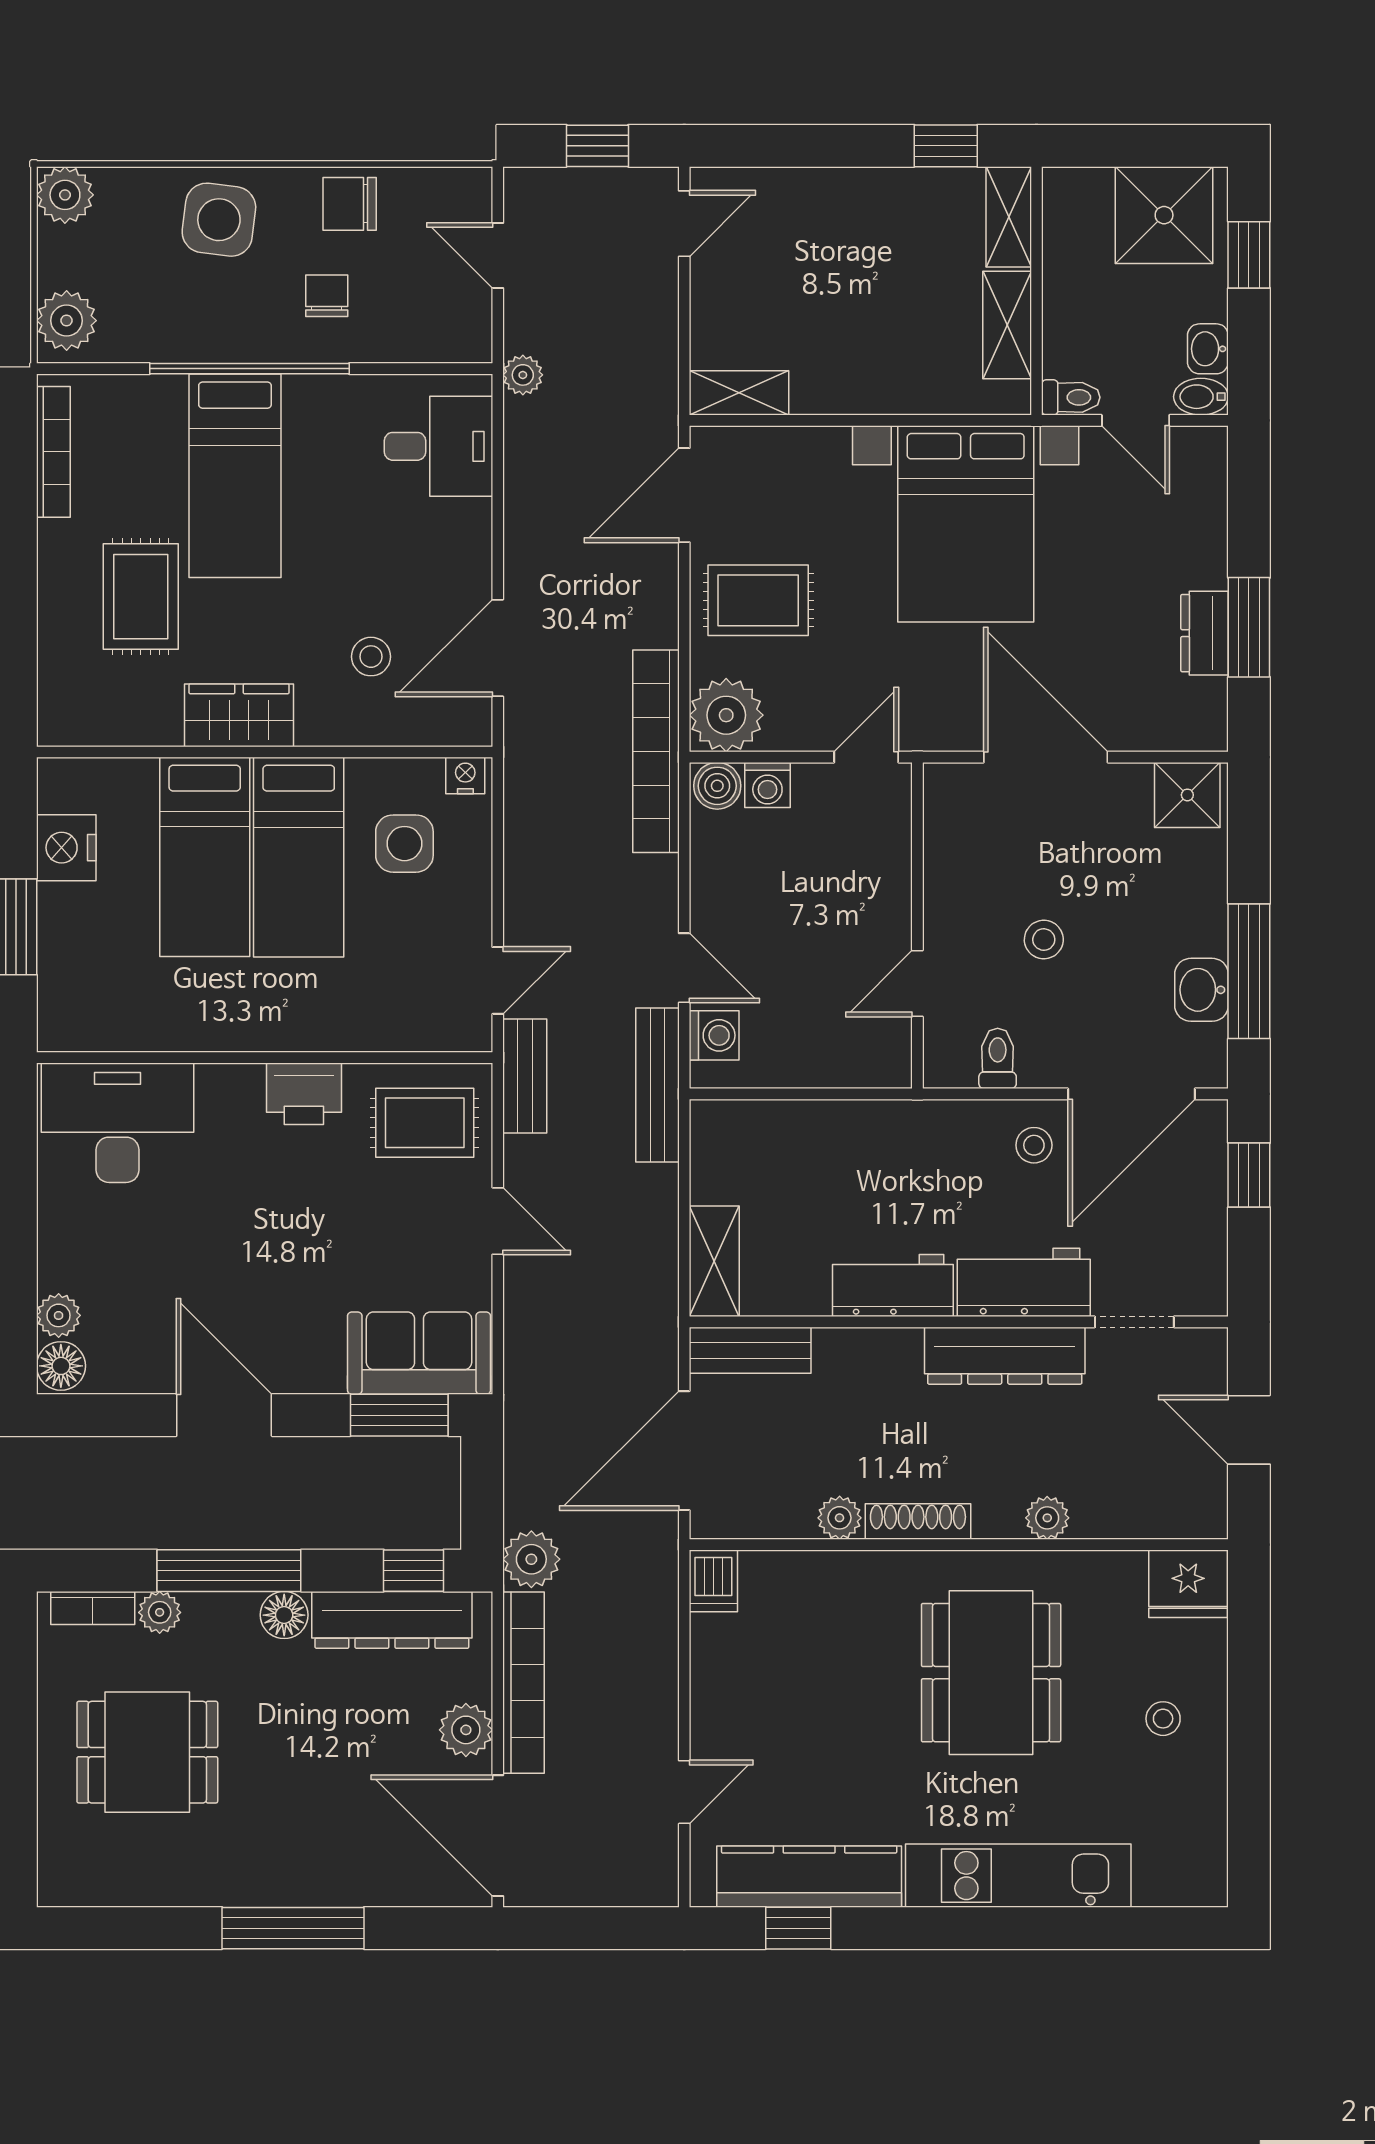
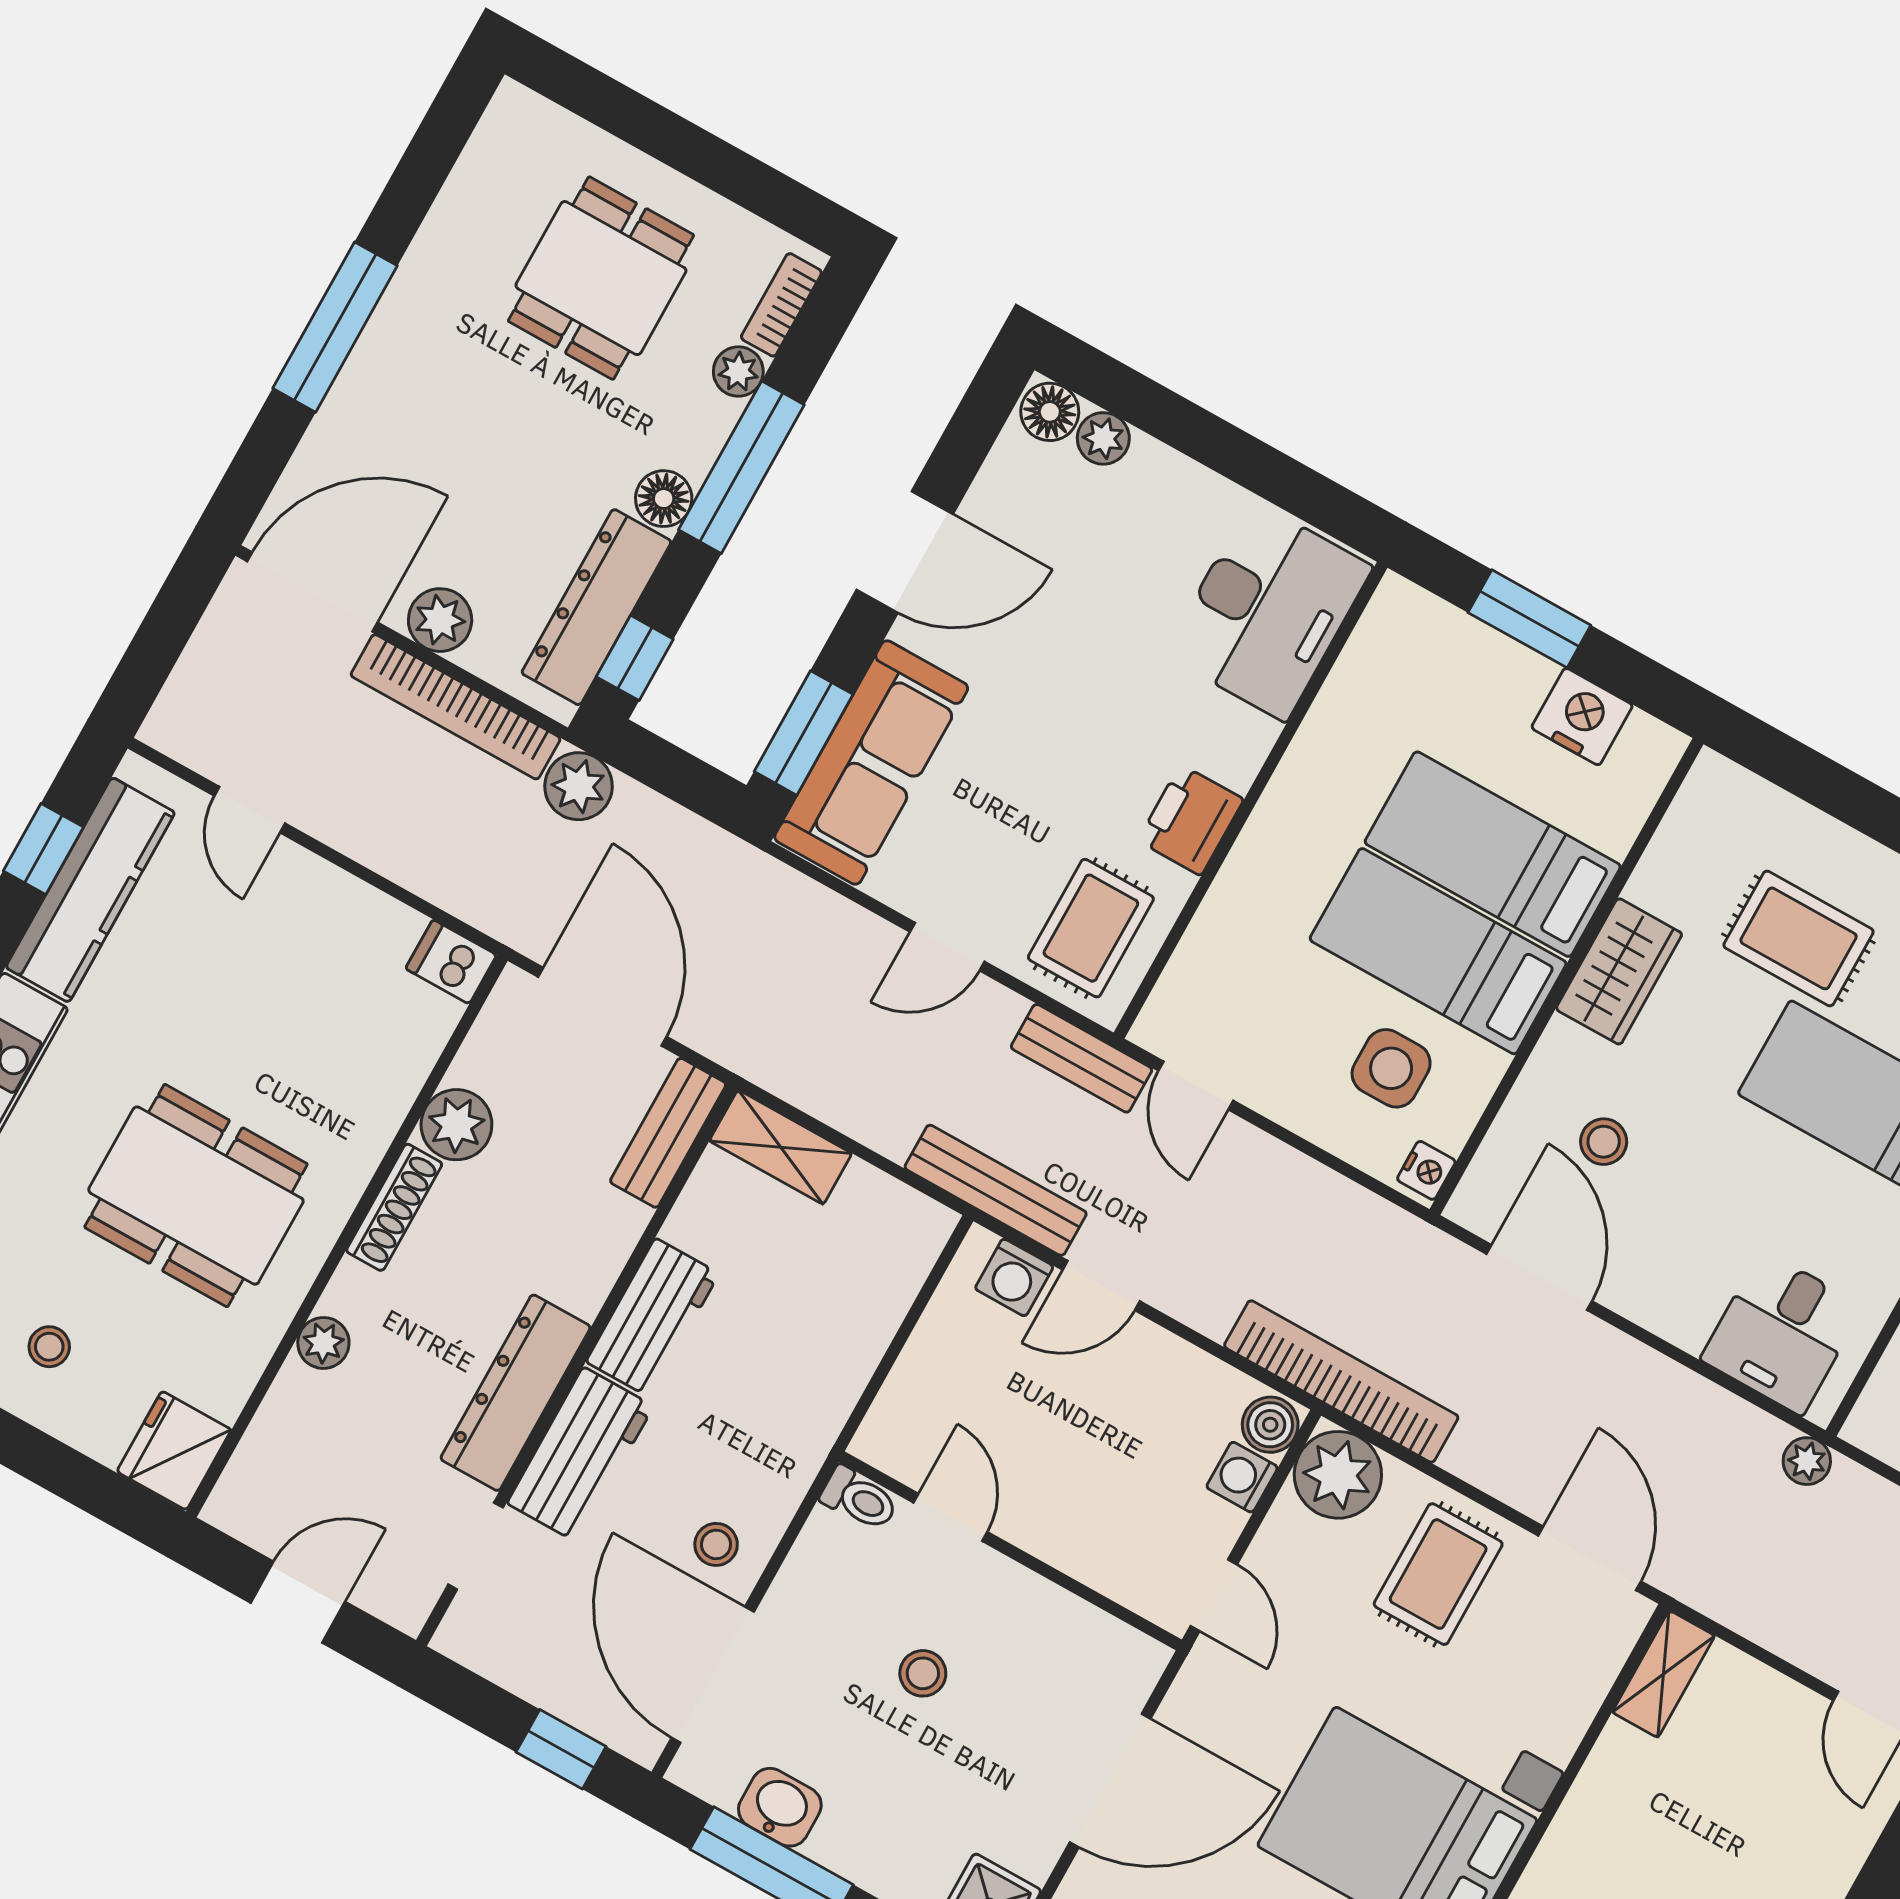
toilet: (998, 1058) -> (859, 1499), moved
sofa: (419, 1353) -> (871, 763), width x1.36
plant: (840, 1518) -> (456, 1125), width x1.38, depth x1.38

